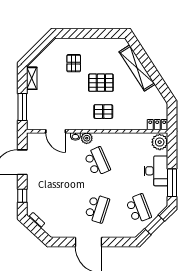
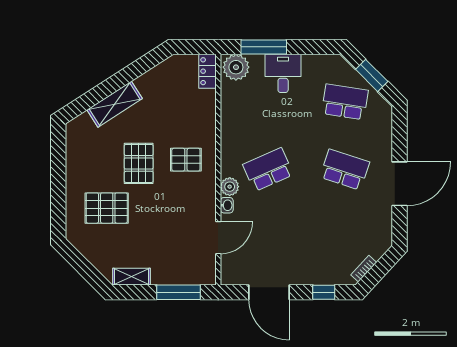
pallet: (74, 63) -> (107, 208), width x1.50, depth x1.42
shelving: (137, 68) -> (115, 104), width x0.68
pallet: (103, 112) -> (186, 160), turned 90
desk: (156, 171) -> (283, 73), width x0.73
window: (172, 183) -> (264, 47), moved
school desk: (139, 209) -> (345, 102), turned 30

